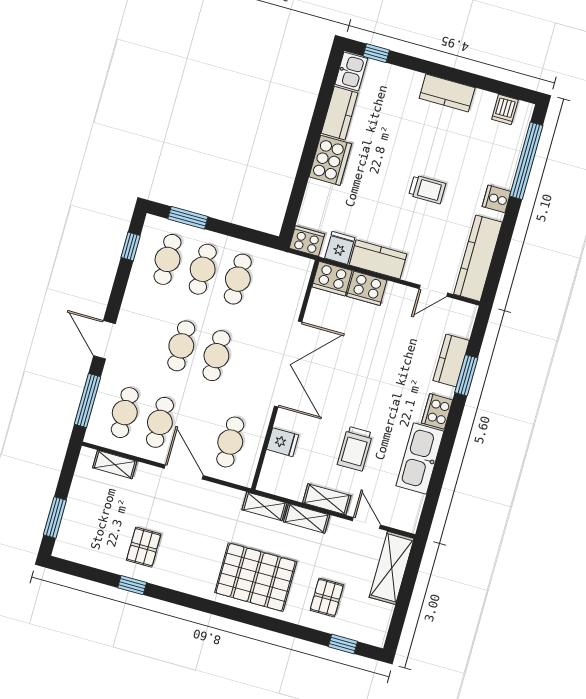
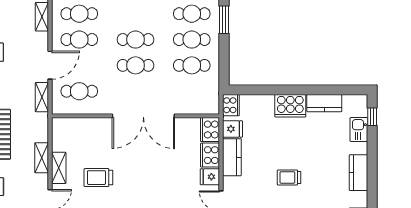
kitchen sink: (351, 71) -> (359, 129), moved, turned 90
trolley: (427, 189) -> (289, 177), turned 90
fridge: (283, 442) -> (210, 177), moved, turned 90
shelving: (264, 506) -> (42, 97), moved

